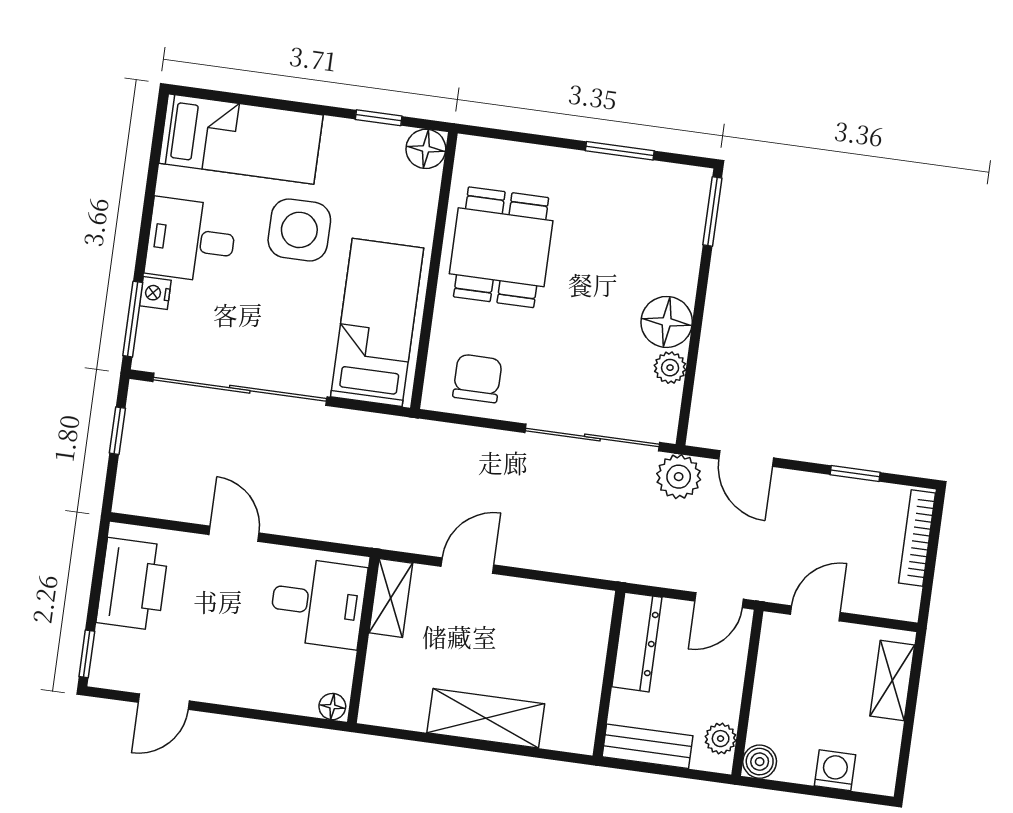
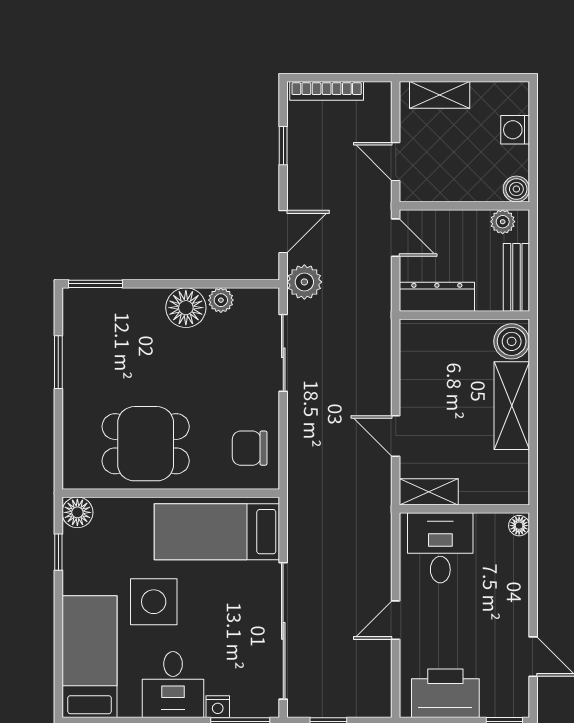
sliding door: (592, 438) -> (283, 353), width x0.73
boiler: (567, 729) -> (512, 341), added

